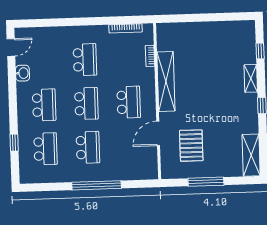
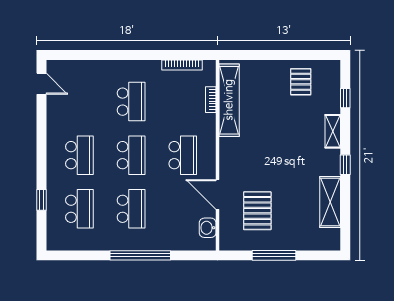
pallet: (223, 39) -> (301, 82), added
door: (11, 47) -> (41, 84), hinge flipped
washbasin: (23, 73) -> (208, 228), moved, turned 180
shelving: (166, 81) -> (229, 100), moved
door: (158, 133) -> (218, 194), hinge flipped
shelving: (251, 155) -> (330, 202), moved

